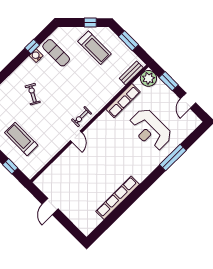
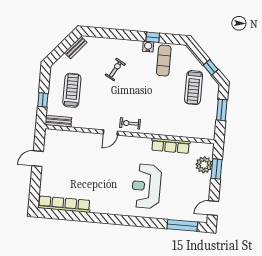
bench: (131, 73) -> (58, 121), moved
plant: (148, 78) -> (204, 165), moved
door: (188, 101) -> (213, 208), moved
reception desk: (150, 130) -> (146, 186), moved
window: (173, 157) -> (182, 225), moved
row of seats: (118, 198) -> (64, 204), moved

